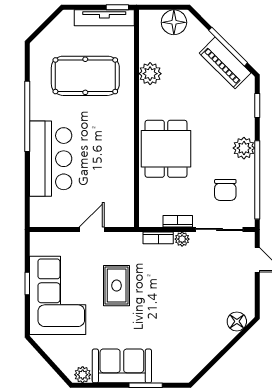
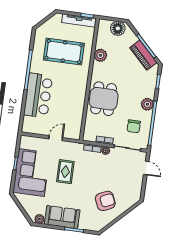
floor lamp: (237, 321) -> (130, 201), removed
armchair: (193, 327) -> (105, 201), added

